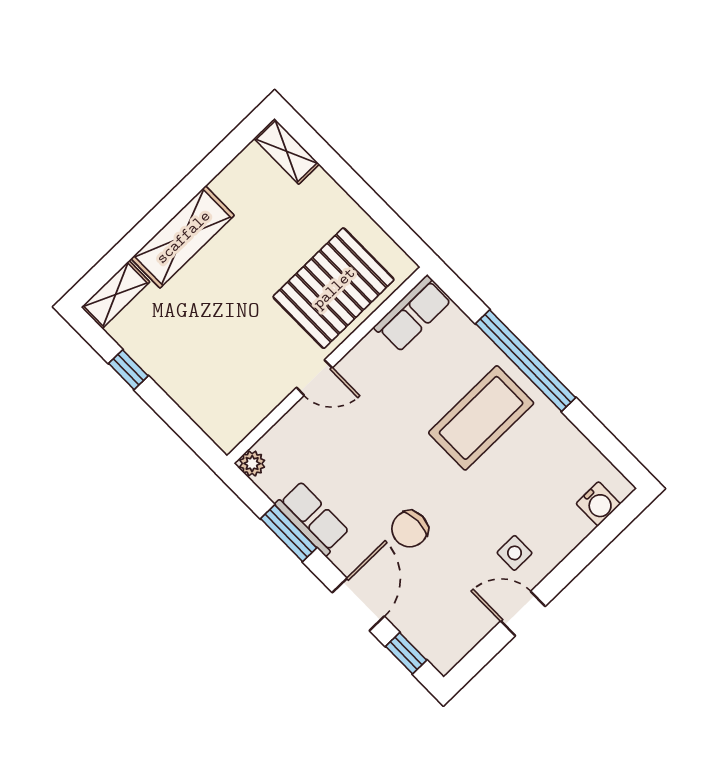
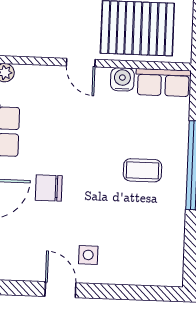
coffee table: (481, 418) -> (142, 170), width x0.54, depth x0.58
water cooler: (598, 504) -> (122, 79), moved, turned 180

